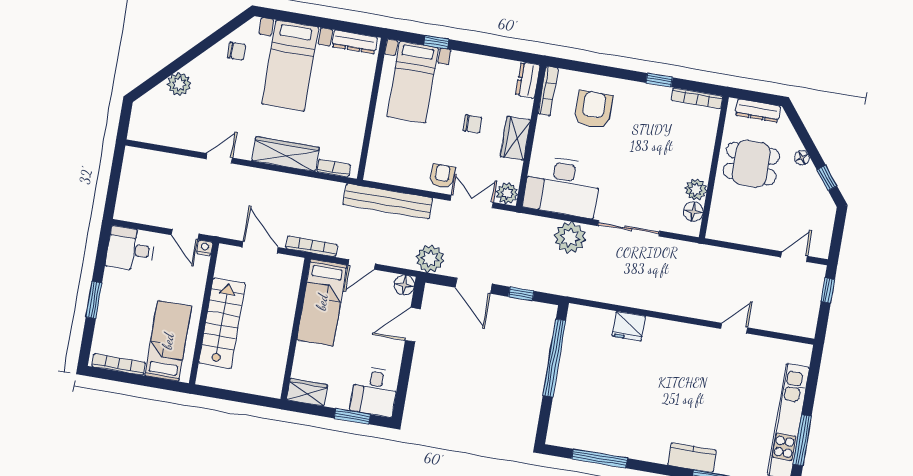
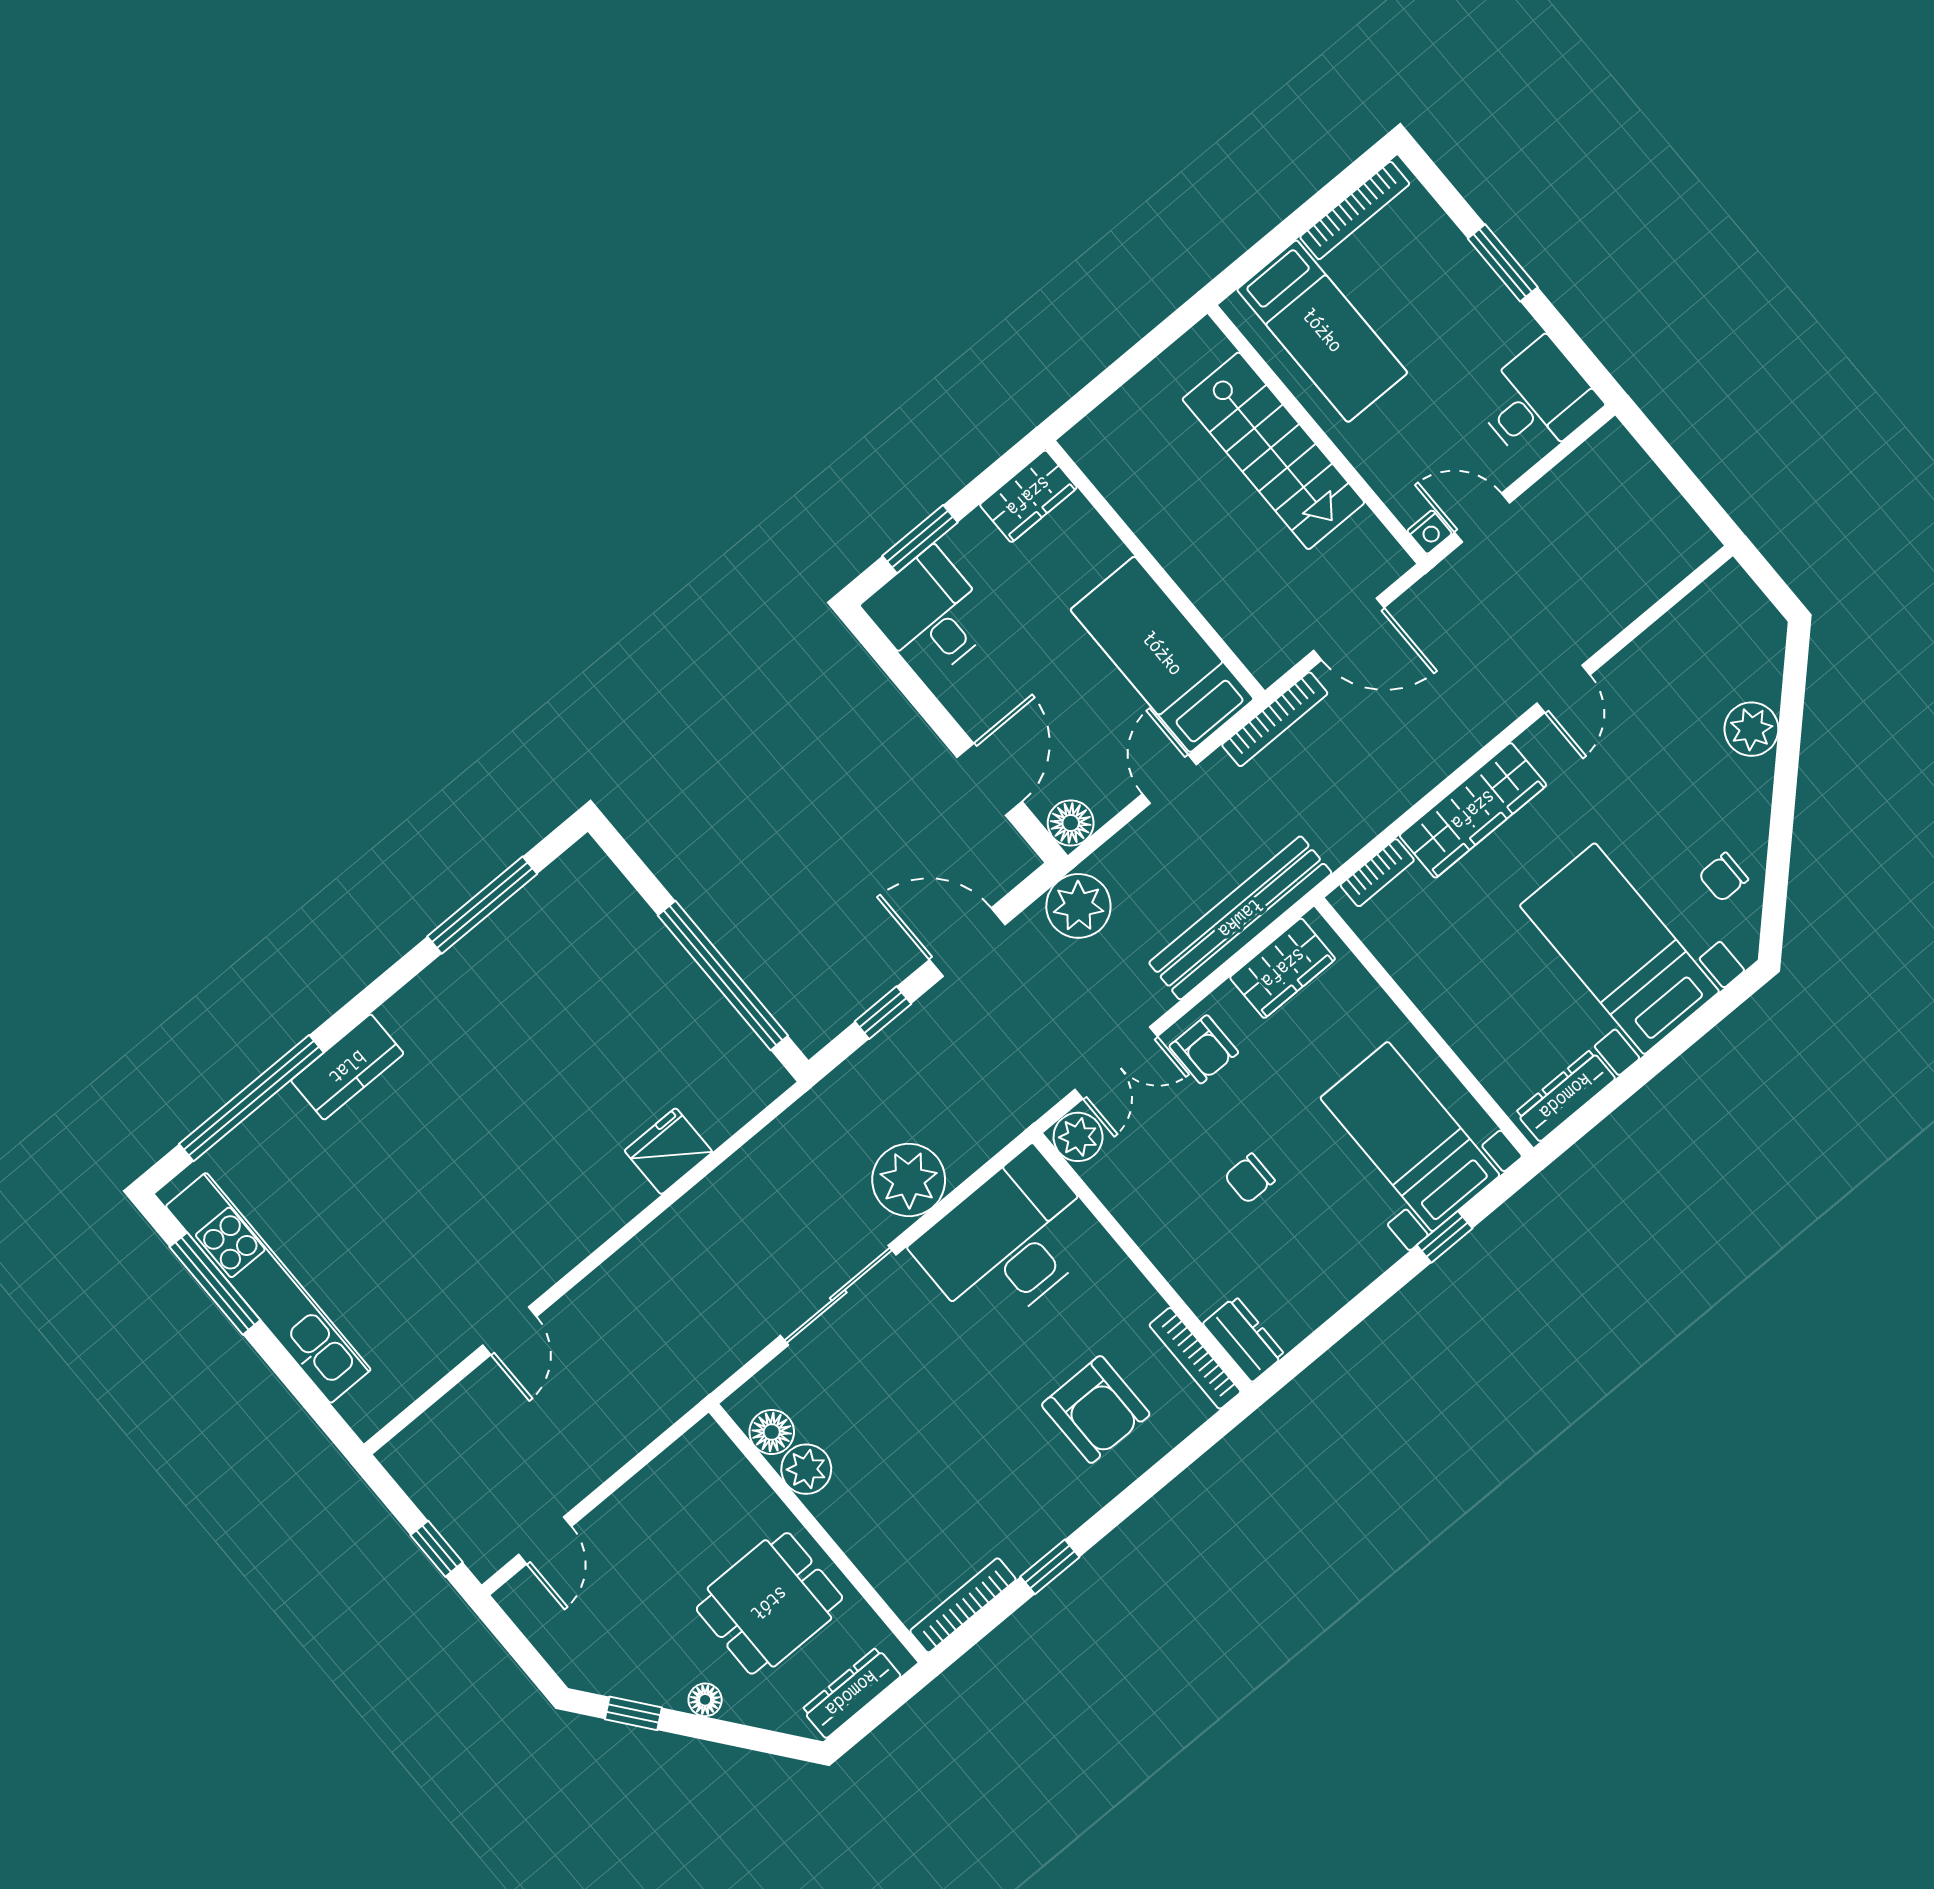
wardrobe: (515, 138) -> (1283, 968), moved, turned 90

